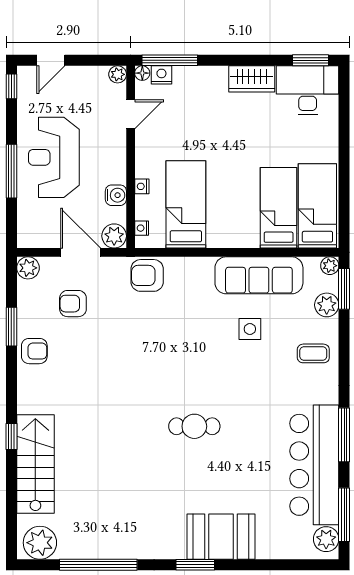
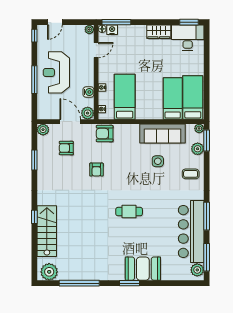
armchair: (34, 351) -> (96, 170), moved, turned 90

